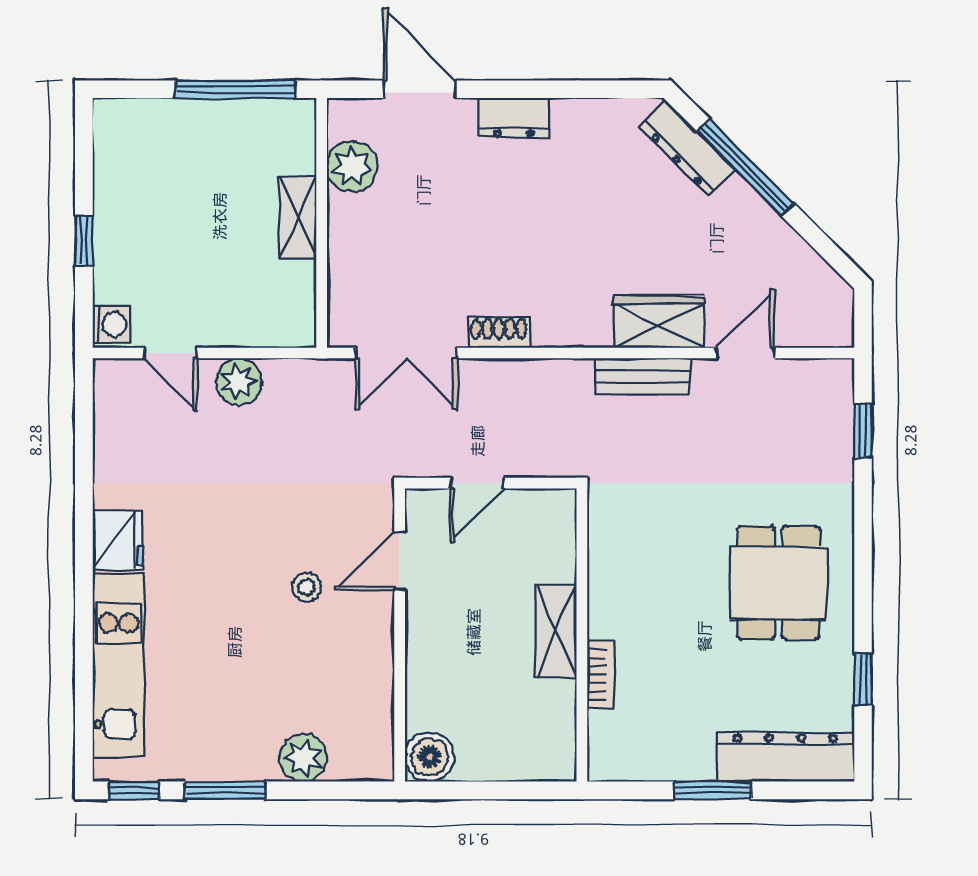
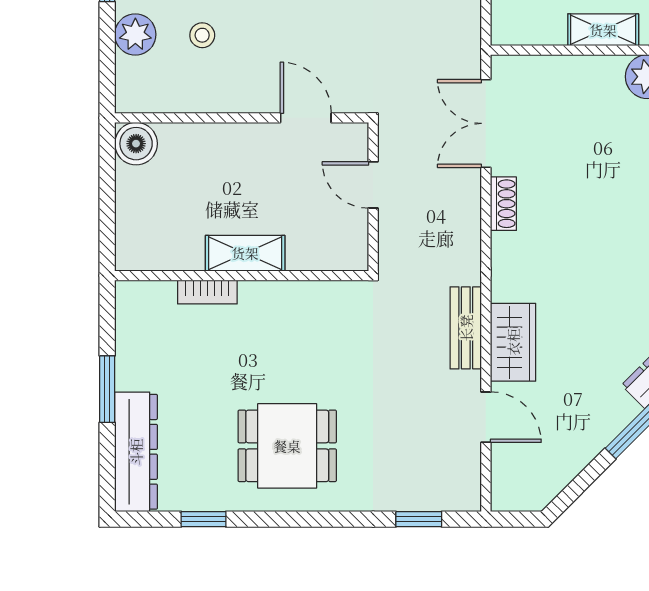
stool: (306, 587) -> (202, 35), moved

